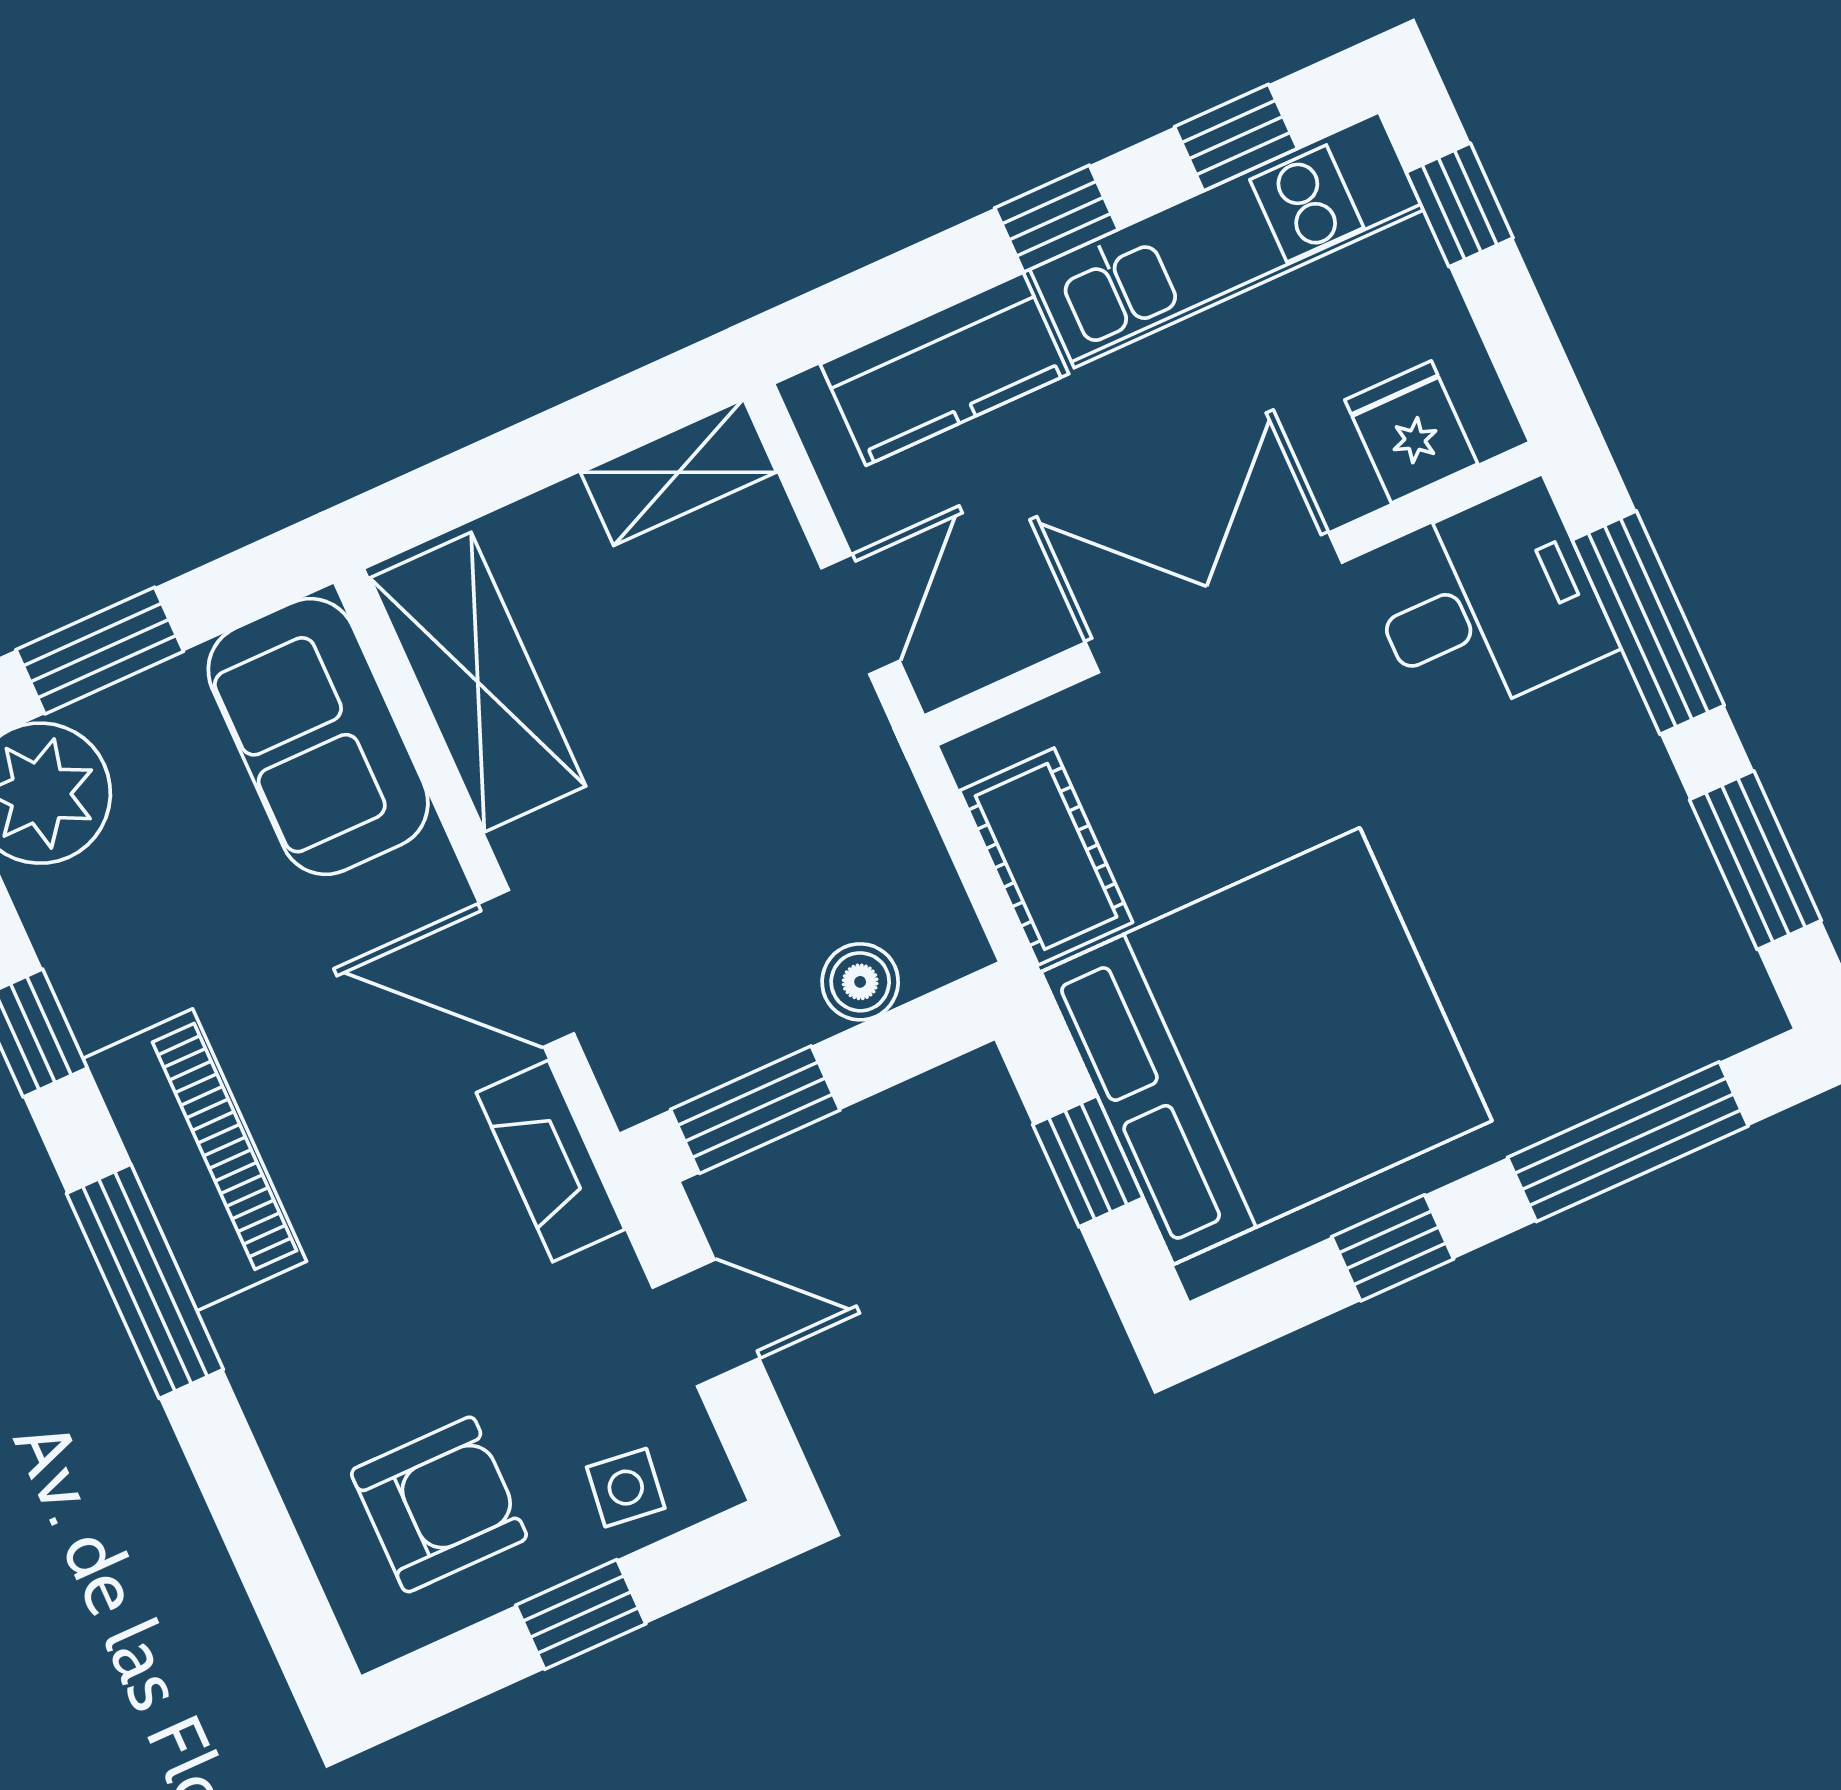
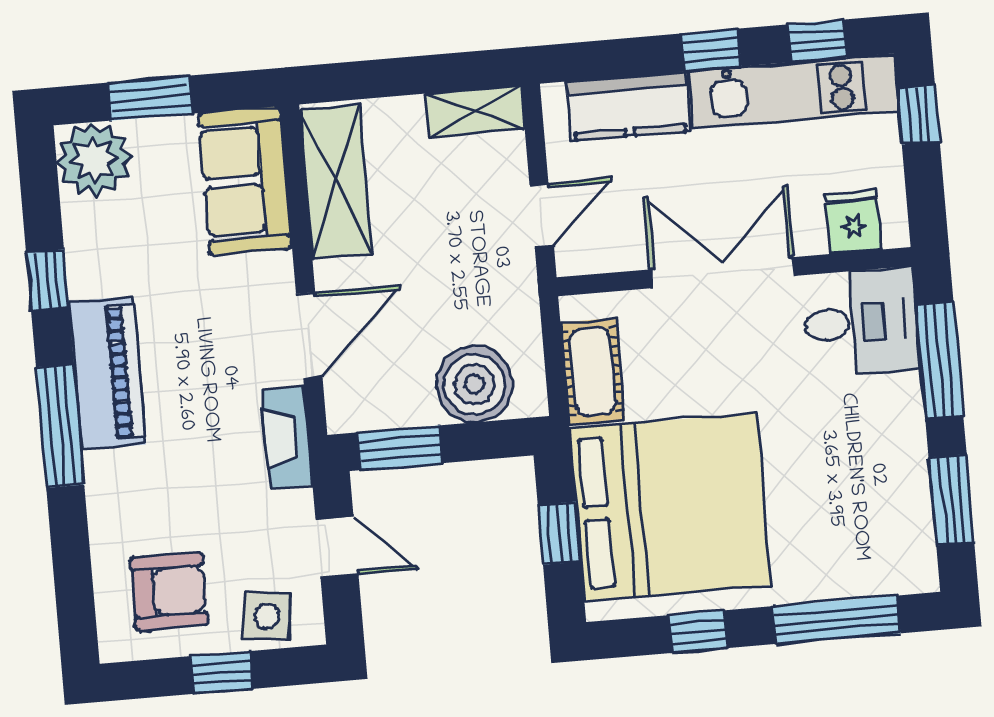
door: (526, 968) -> (309, 335), swing flipped
boiler: (860, 982) -> (474, 384), width x1.86, depth x1.86
side table: (626, 1488) -> (267, 616), width x1.37, depth x1.37

